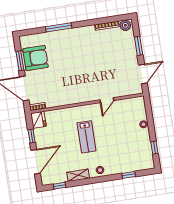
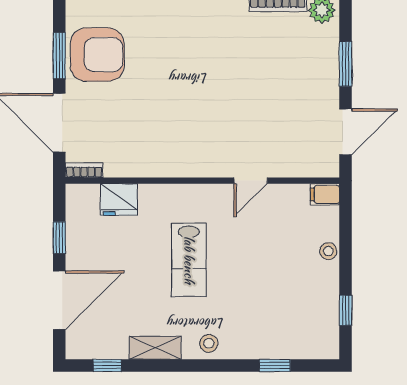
filing cabinet: (138, 101) -> (325, 194), added
fridge: (38, 120) -> (119, 200), moved, turned 90

